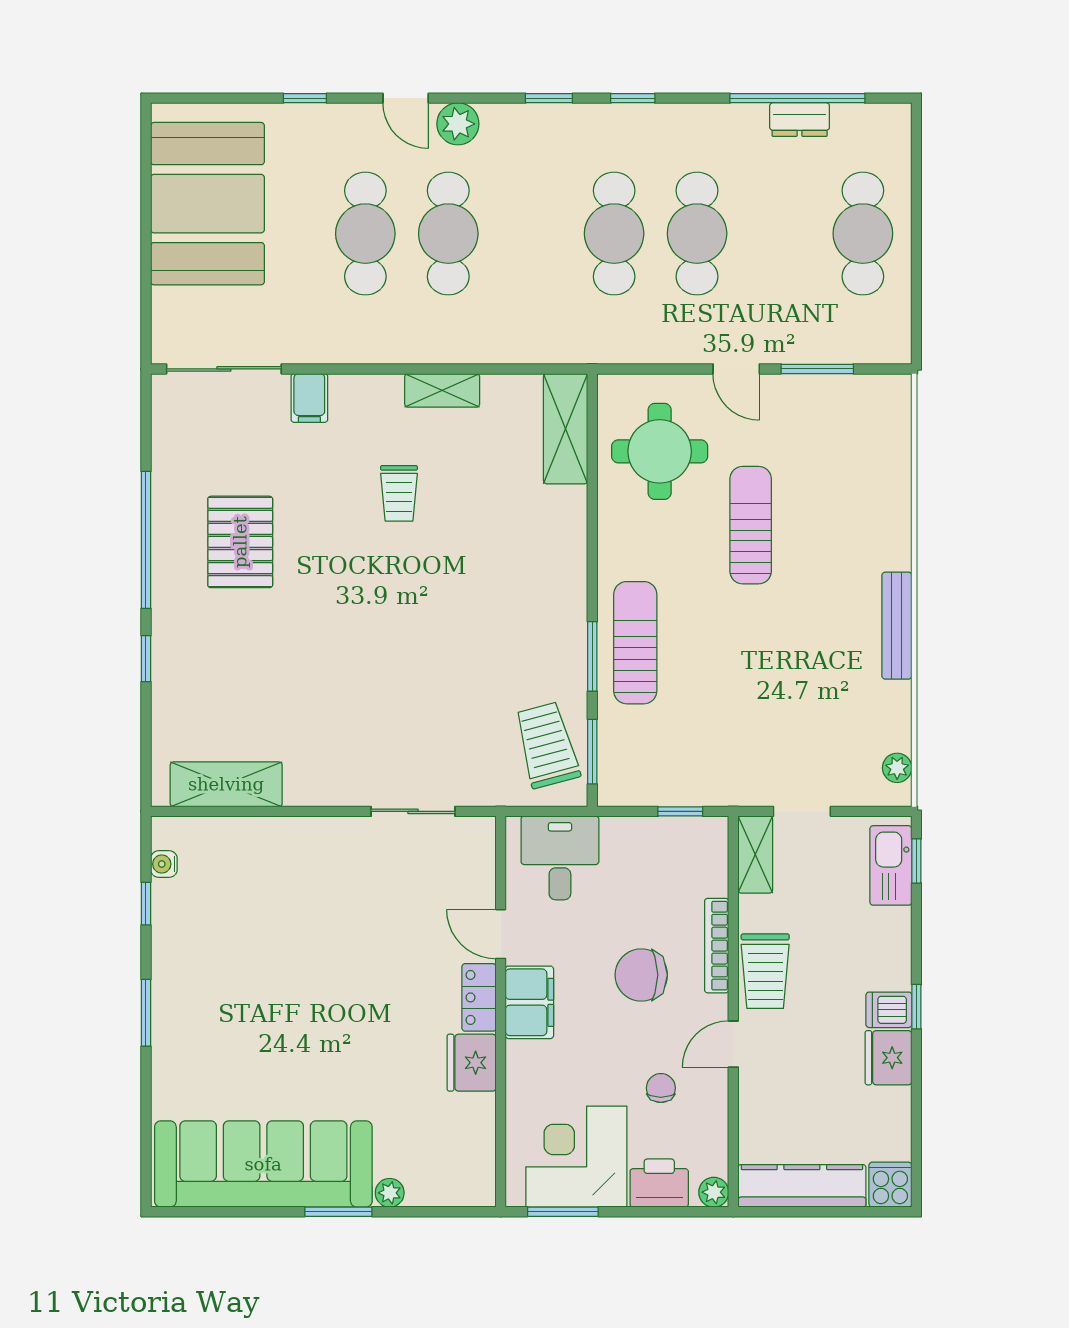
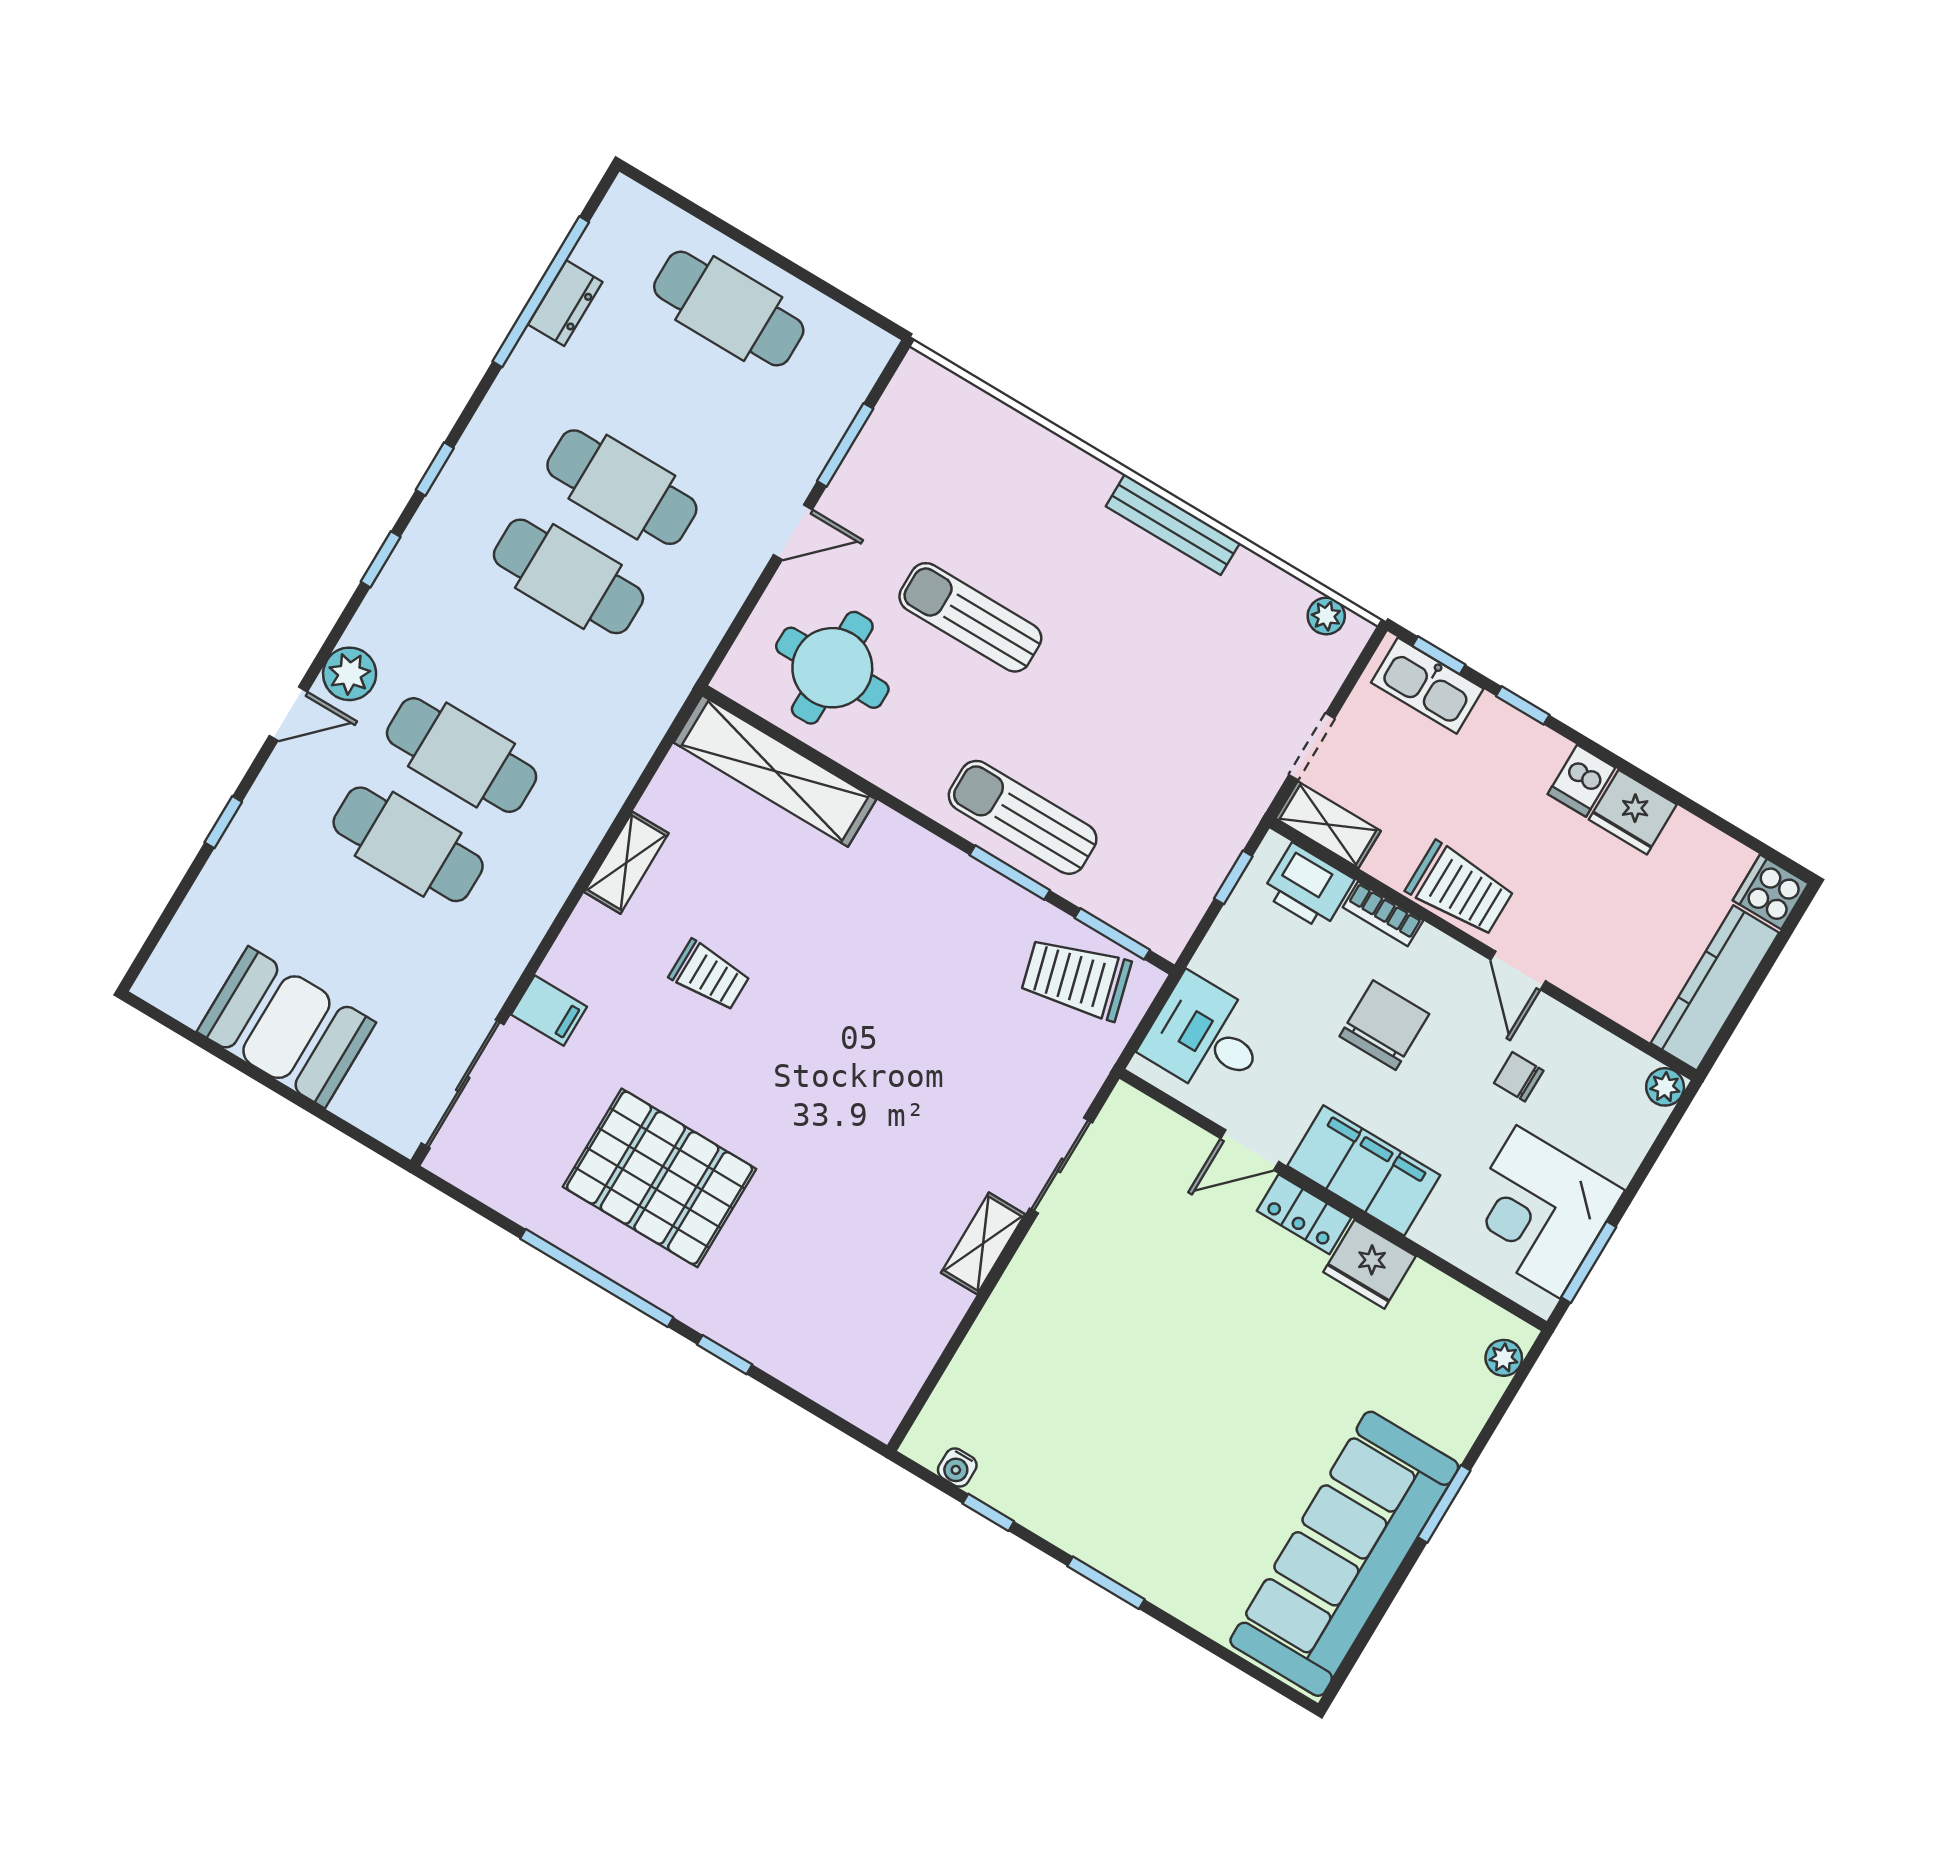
booth: (207, 204) -> (286, 1027), width x0.73, depth x0.70
shelving: (566, 429) -> (775, 771), width x1.47
pallet: (240, 542) -> (660, 1178), width x1.37, depth x1.41
shelving: (226, 784) -> (983, 1243), moved, width x0.67, depth x0.75
bookcase: (717, 946) -> (1383, 914), width x0.64
chair: (641, 975) -> (1384, 1025), turned 180
filing cabinet: (529, 1002) -> (1364, 1170), width x1.50, depth x1.17
window: (916, 1007) -> (1523, 705), moved
printer: (659, 1183) -> (1308, 887), moved, turned -90
plant: (390, 1193) -> (1504, 1358), moved

